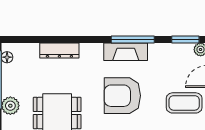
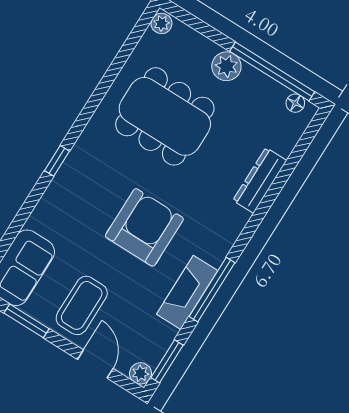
fireplace: (126, 52) -> (187, 292), moved

